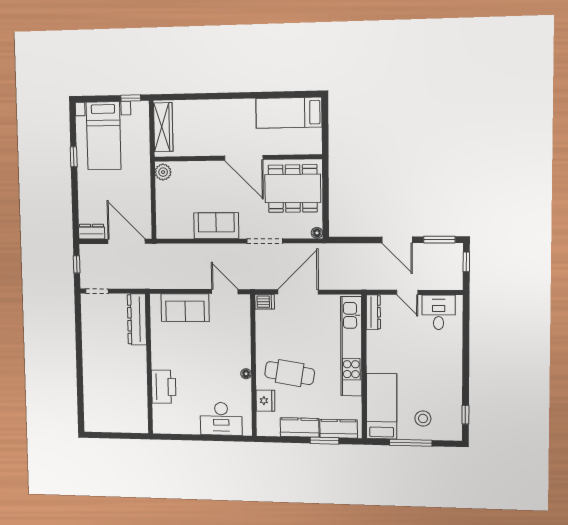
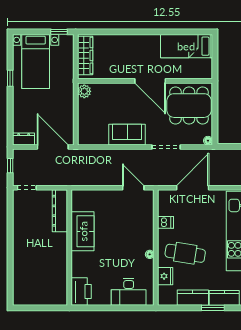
dishwasher: (265, 302) -> (166, 222), moved
sofa: (185, 308) -> (83, 231), moved, turned -90
printer: (164, 387) -> (81, 292), moved

